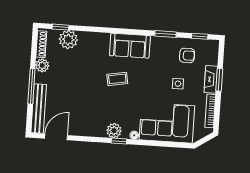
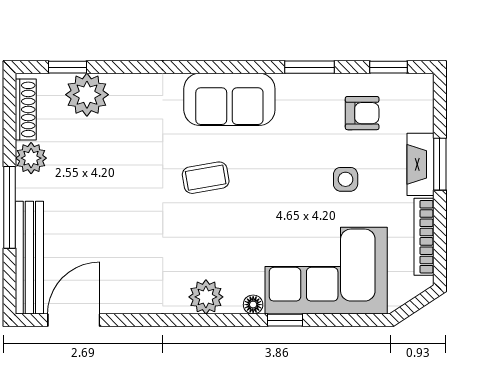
window: (119, 141) -> (285, 320), moved

